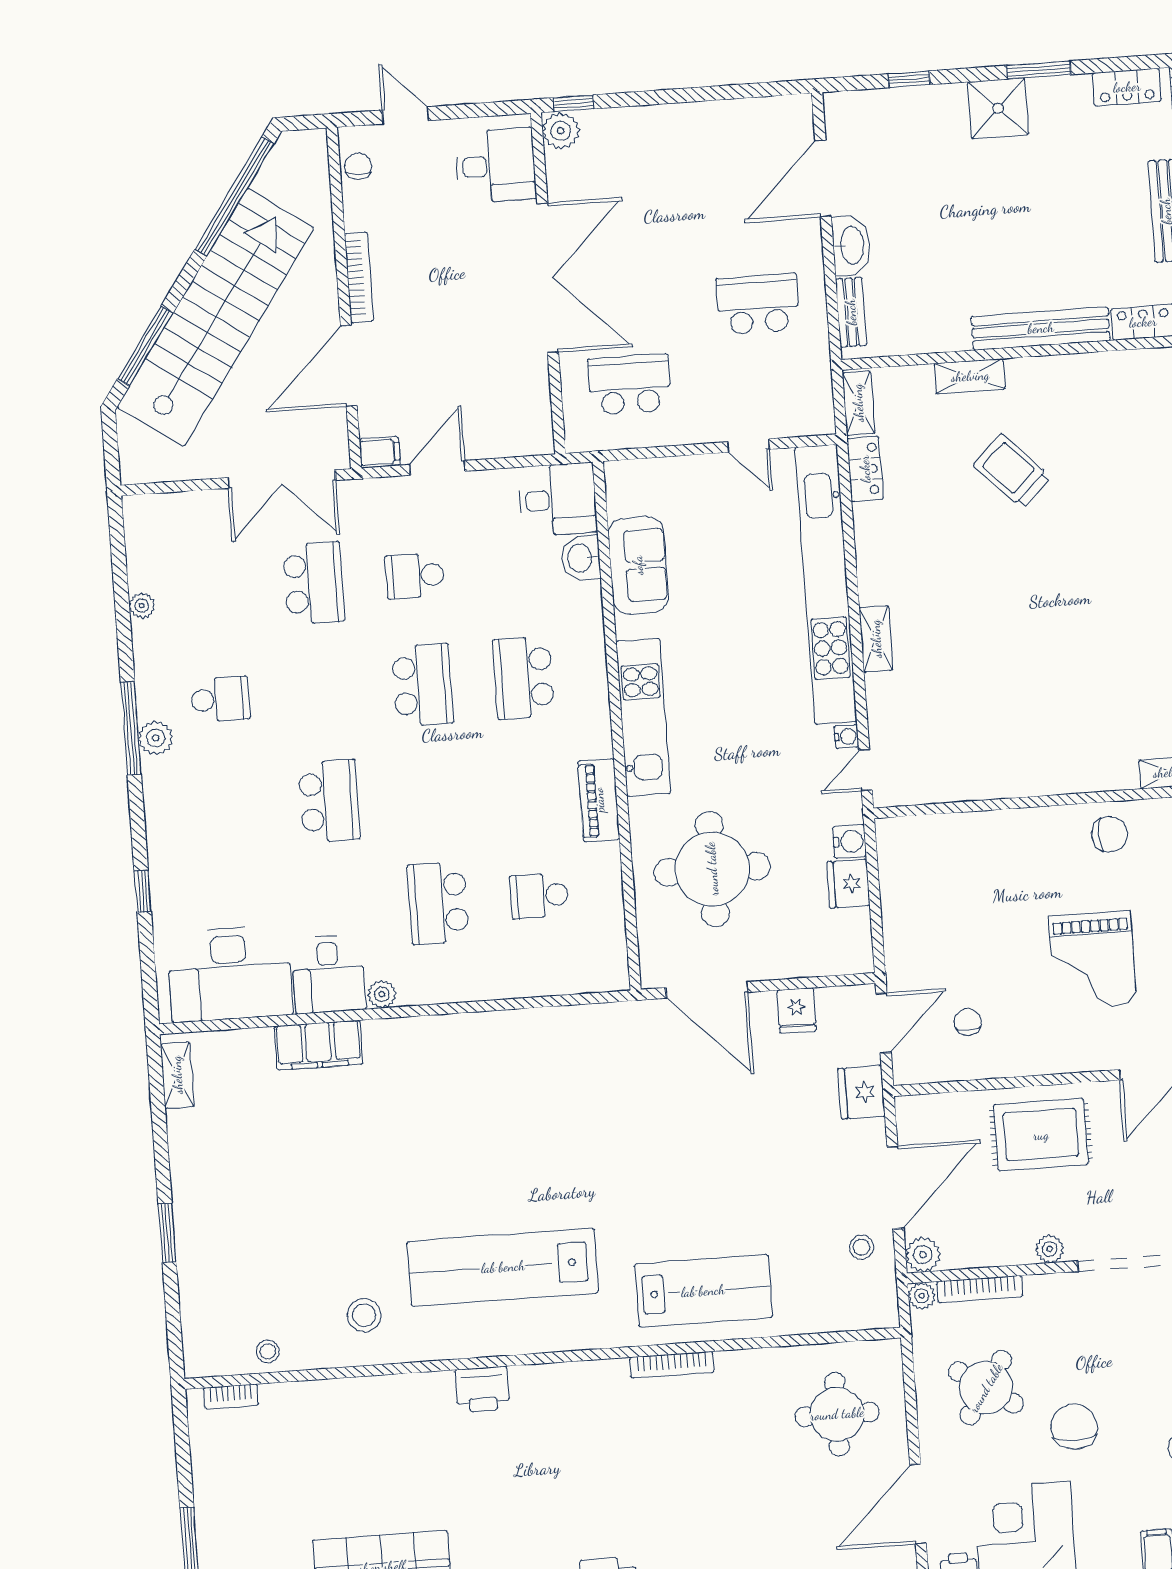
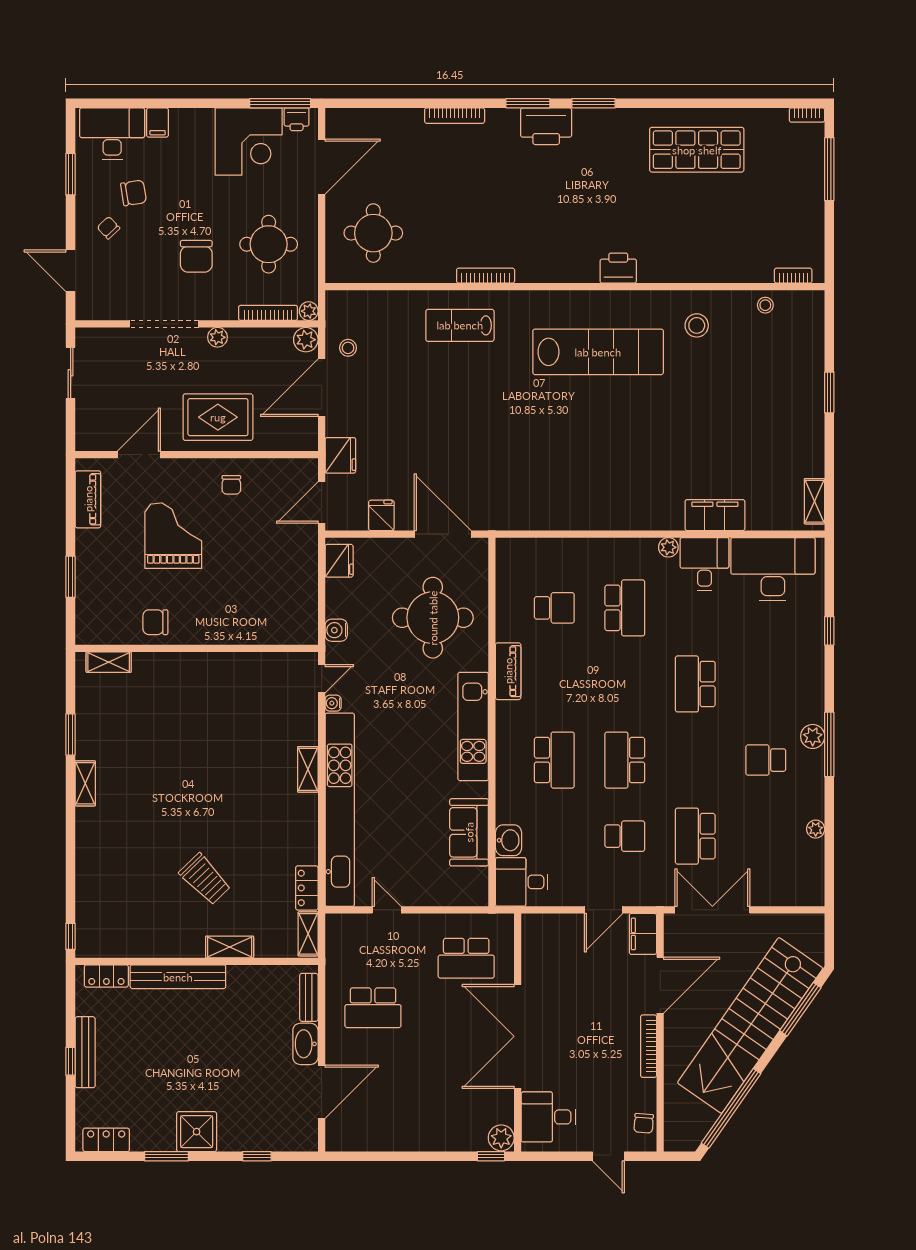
filing cabinet: (380, 452) -> (643, 934), width x2.00
fridge: (848, 884) -> (339, 561), moved
chair: (968, 1022) -> (231, 485), moved
lab bench: (703, 1291) -> (460, 325), width x0.73, depth x0.72
round table: (986, 1388) -> (269, 244), turned -34
chair: (1074, 1427) -> (196, 256), moved

